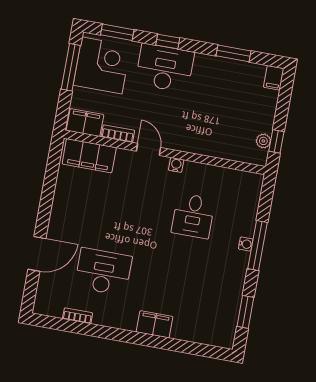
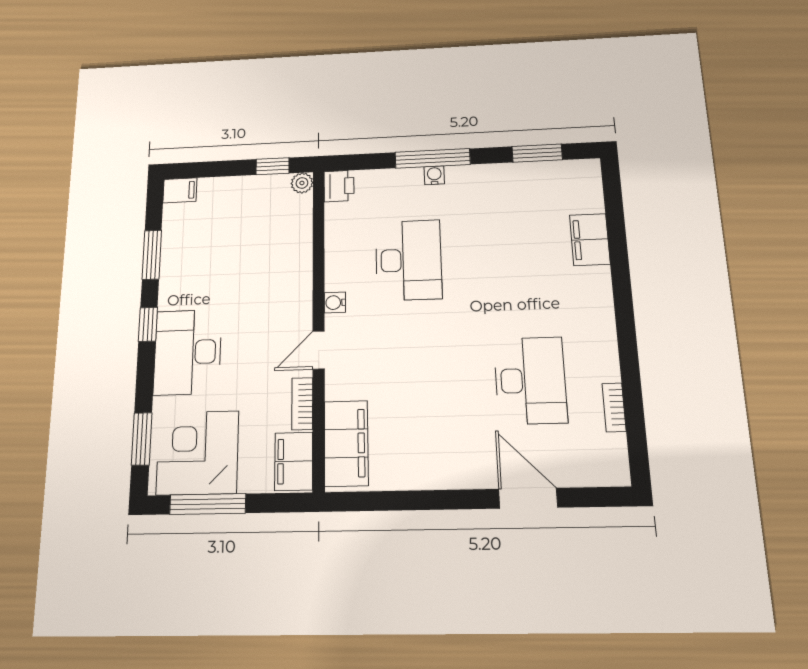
window: (168, 41) -> (148, 324), moved
plant: (263, 141) -> (302, 183), moved
printer: (253, 182) -> (339, 186), added
desk: (193, 216) -> (408, 260), width x1.37
desk: (103, 272) -> (530, 380), turned 180
filing cabinet: (155, 324) -> (590, 240), moved

